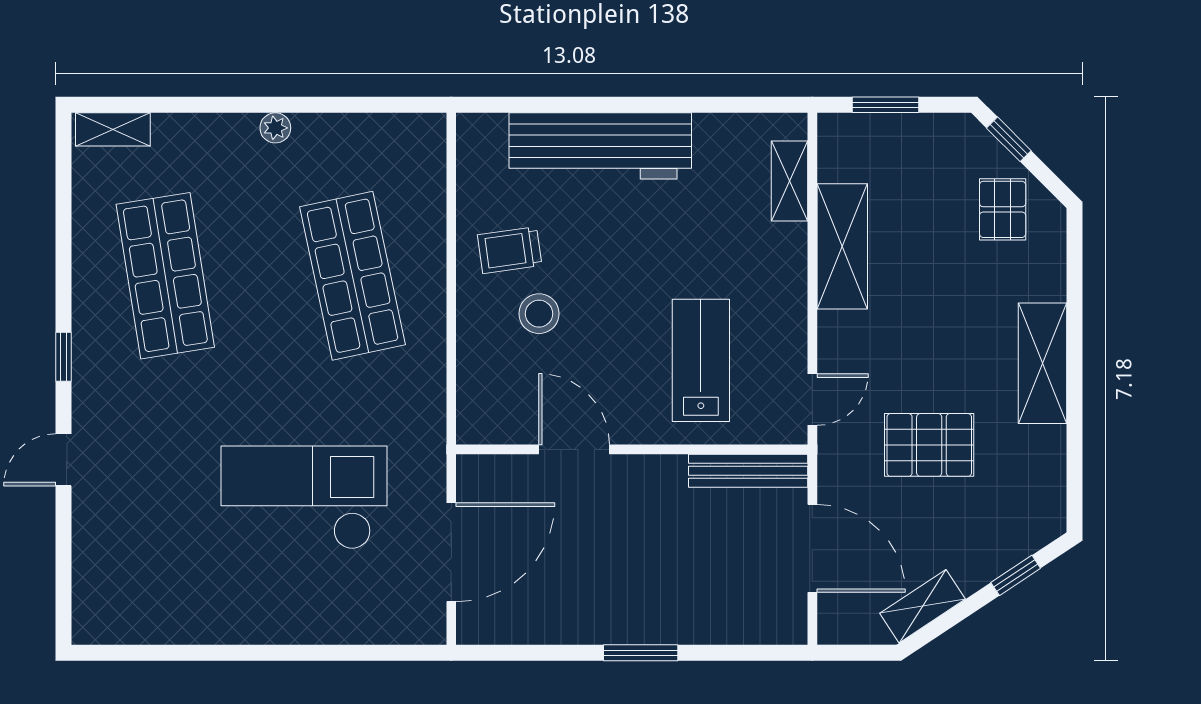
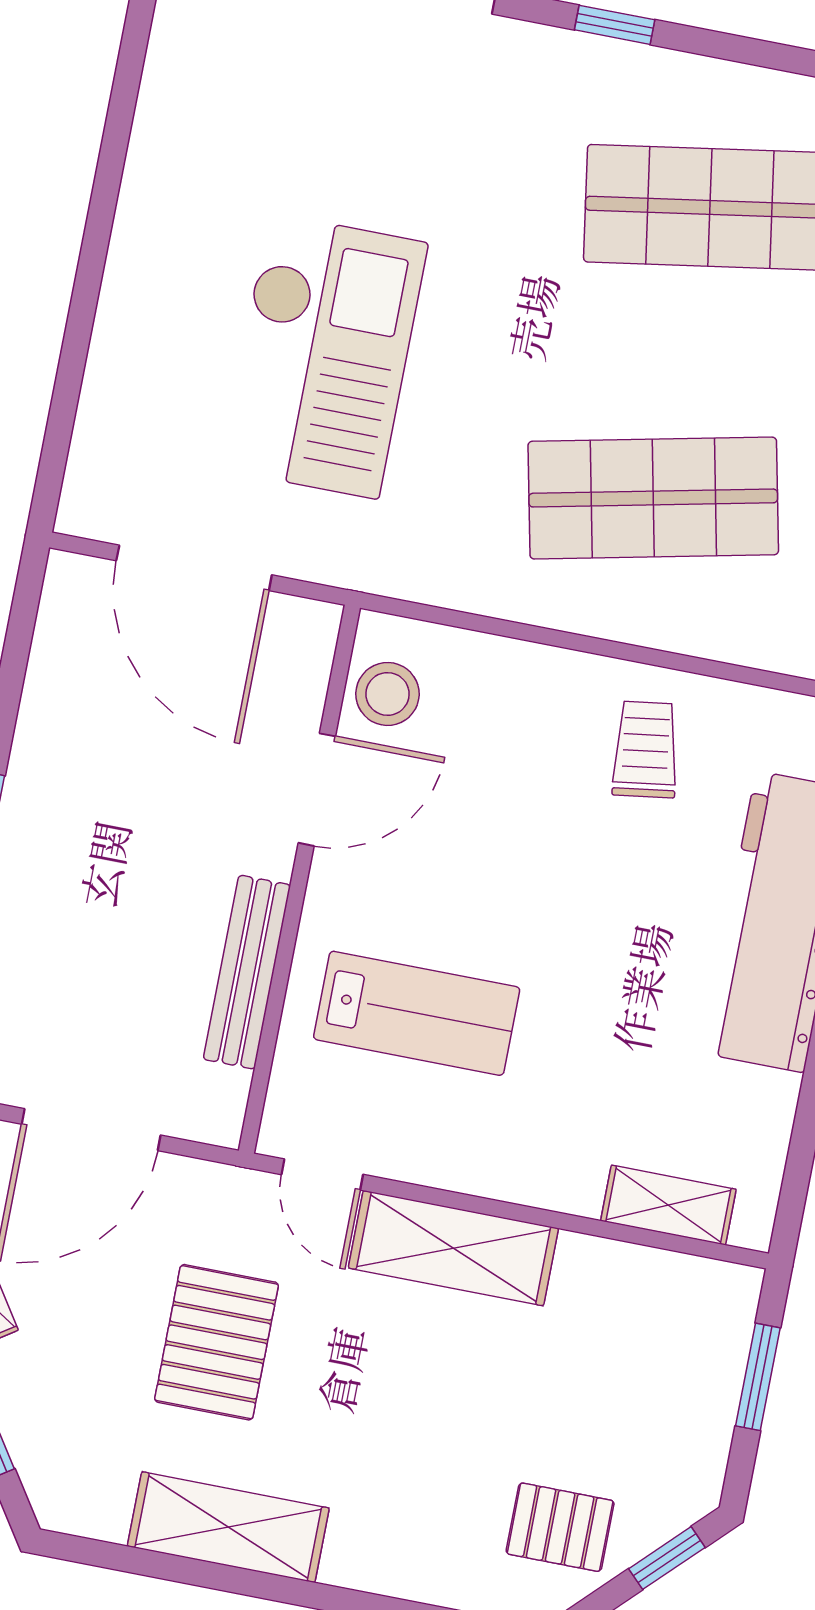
shelving: (842, 246) -> (453, 1248), moved
stool: (539, 314) -> (388, 694), moved
shelving: (1043, 363) -> (228, 1527), moved
bench: (748, 471) -> (247, 972), moved

